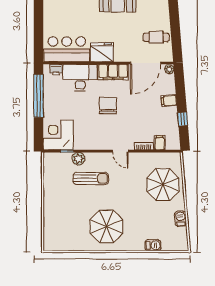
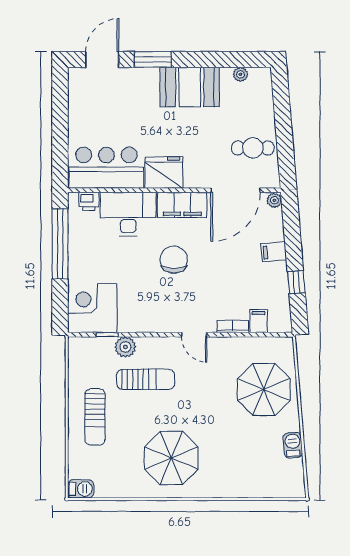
sun lounger: (60, 201) -> (95, 417), added
barbecue: (153, 245) -> (81, 489), moved

